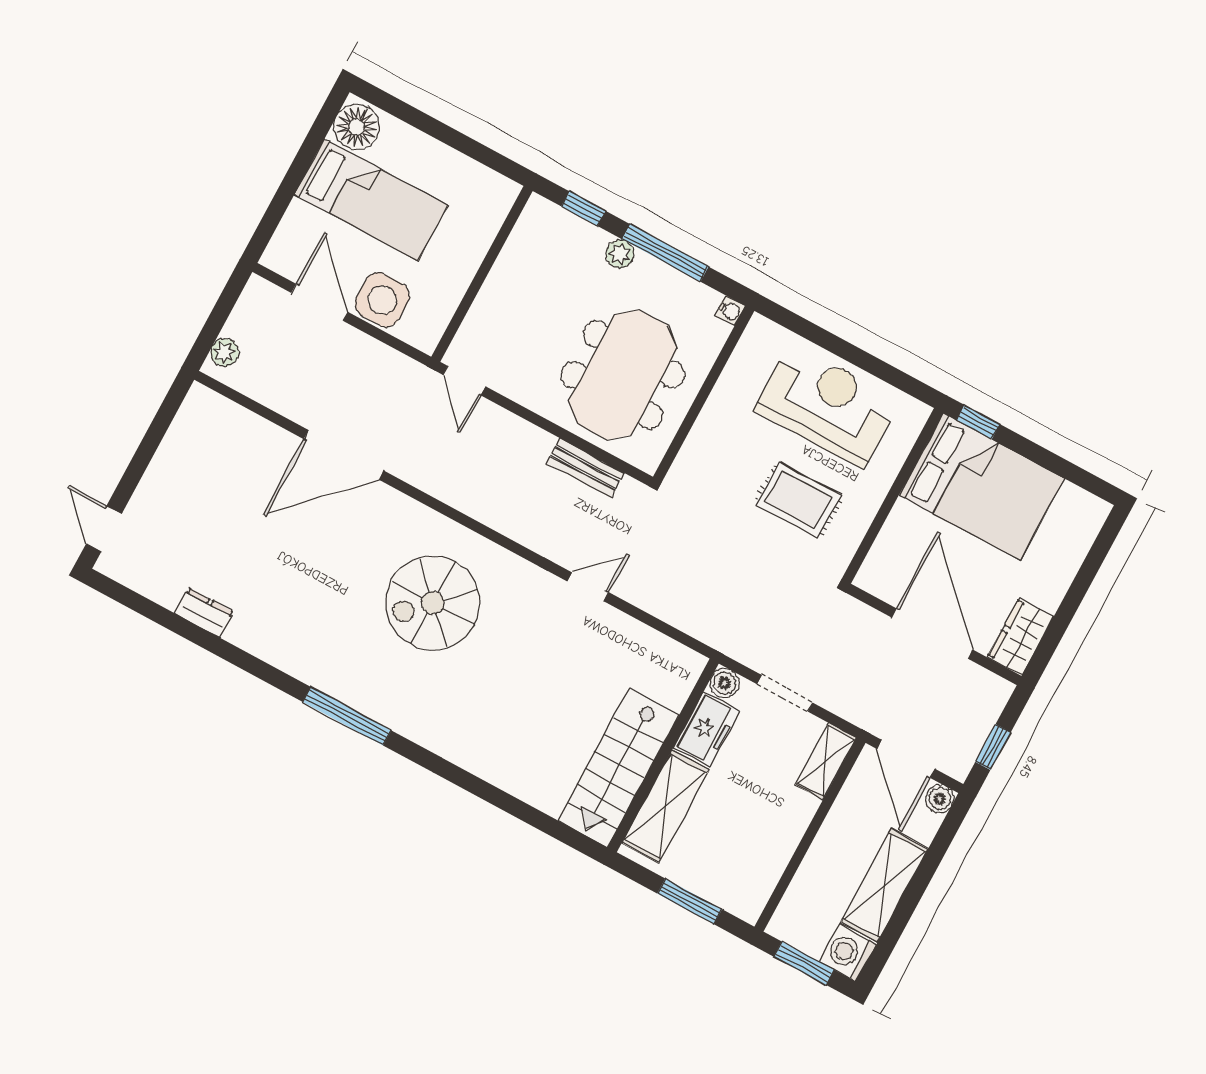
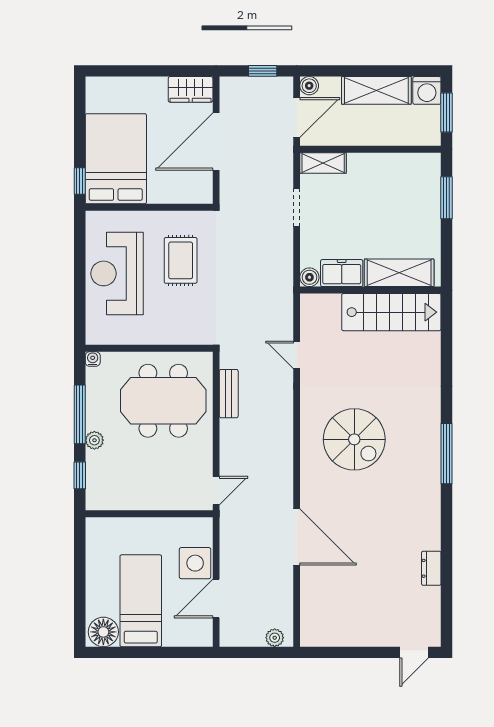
boiler: (724, 683) -> (309, 277), moved
freezer: (707, 729) -> (342, 273), moved
wall: (663, 755) -> (370, 290), moved
stairs: (618, 767) -> (391, 312), moved
shelving: (665, 806) -> (399, 273), moved

